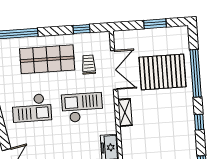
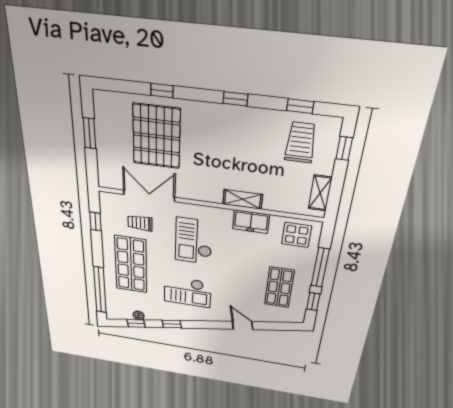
window: (196, 73) -> (162, 91), width x0.32
checkout: (32, 108) -> (187, 292), turned 90
shelving: (125, 112) -> (243, 199), moved

